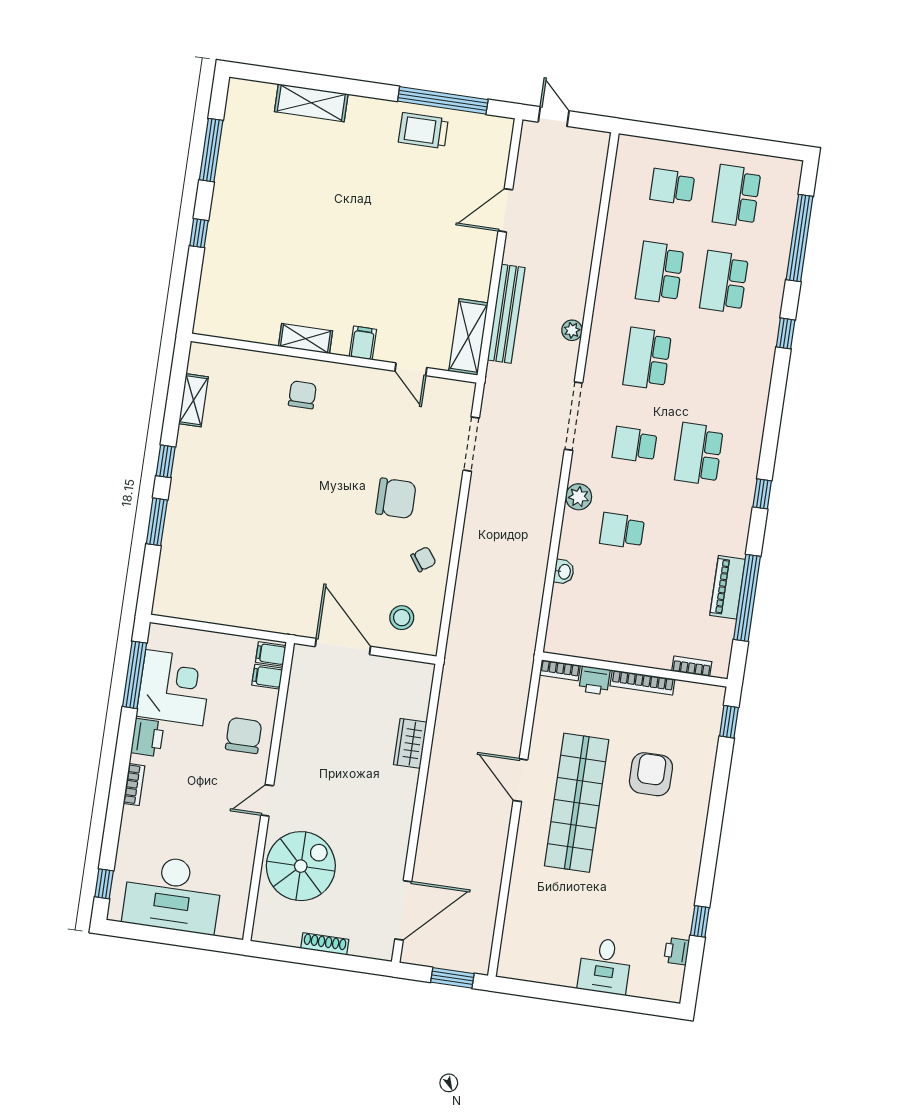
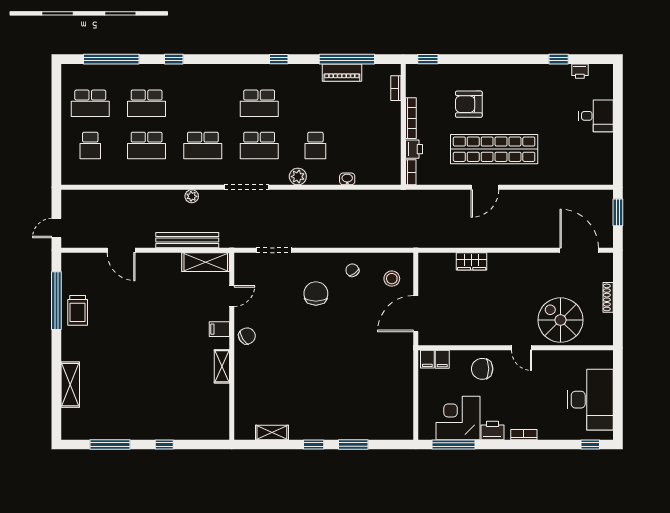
chair: (302, 395) -> (247, 336), moved, turned 147
school desk: (635, 445) -> (259, 145), width x1.85

